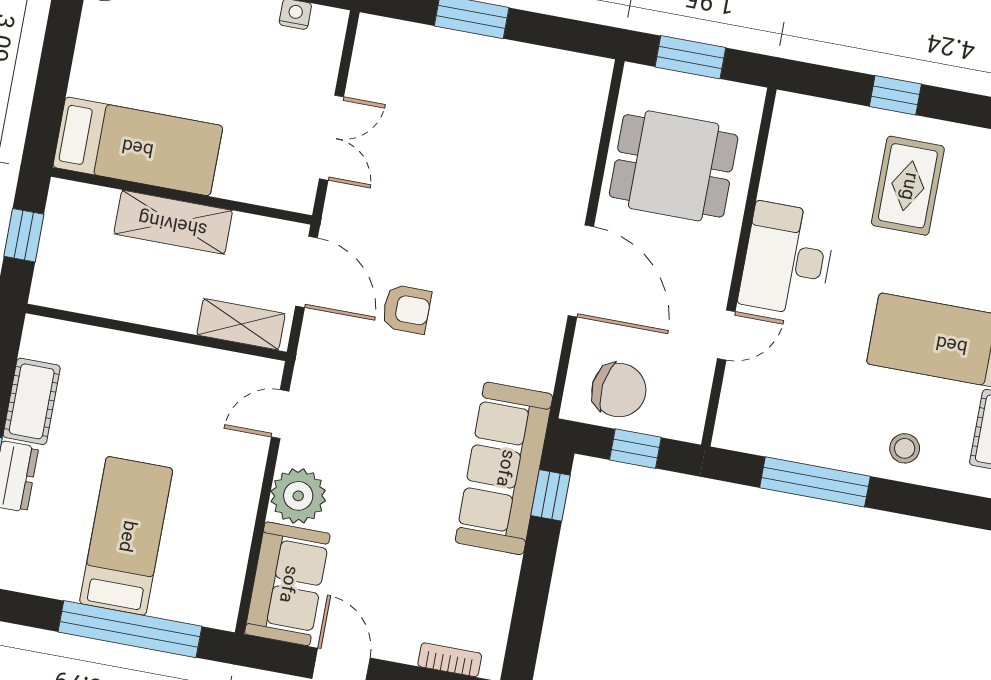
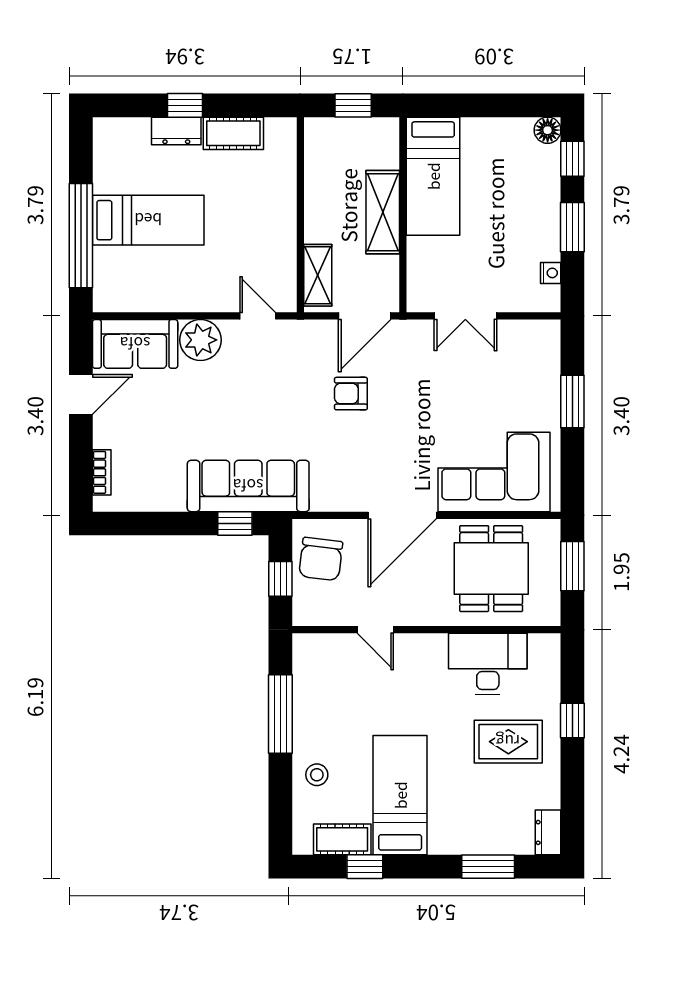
corner sofa: (546, 138) -> (494, 472), added
desk: (787, 259) -> (488, 664), moved
armchair: (406, 309) -> (351, 394), turned 90

